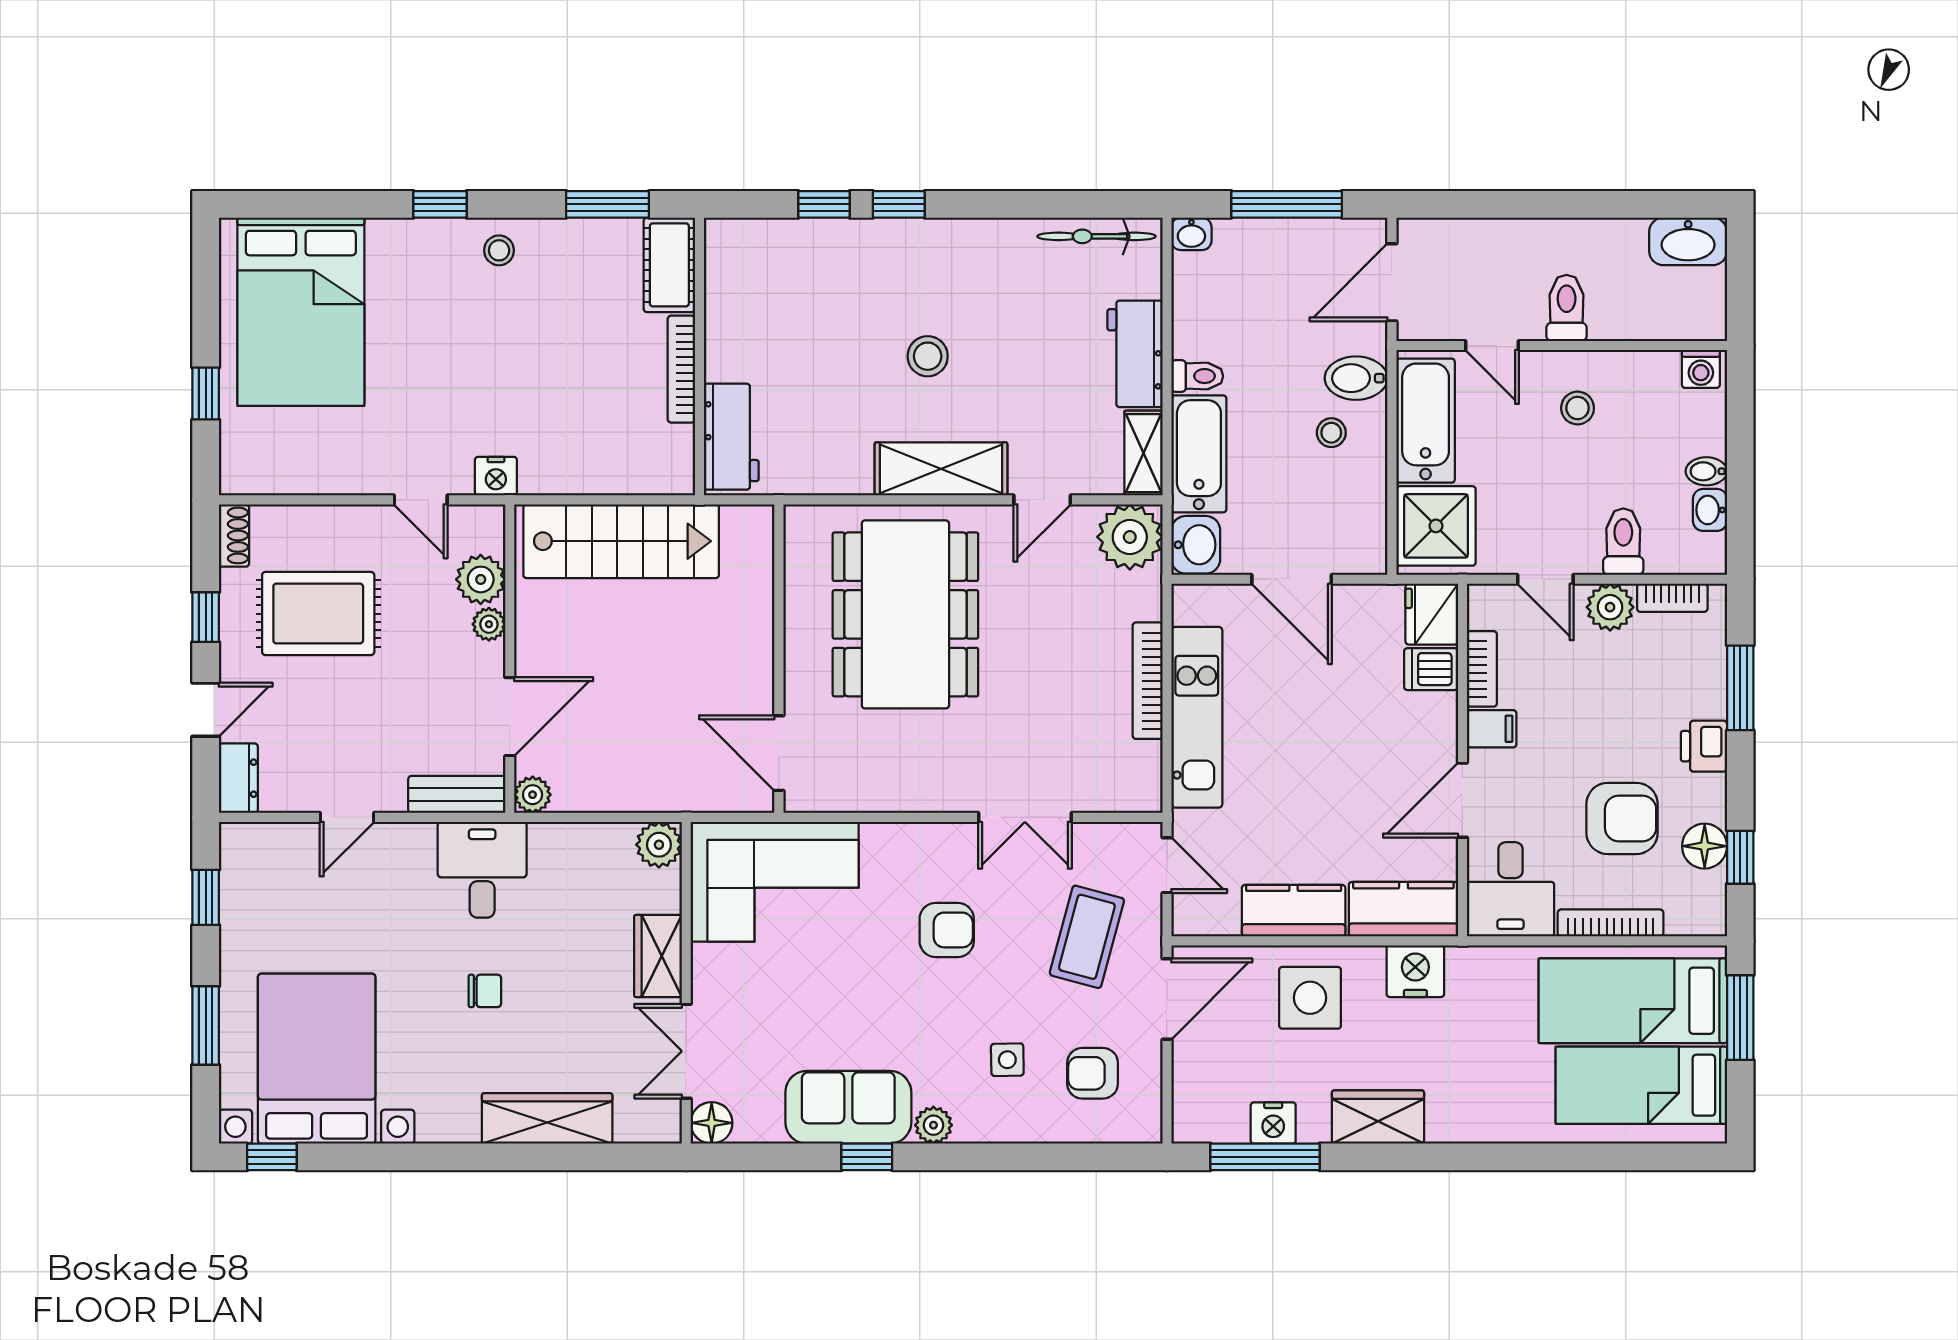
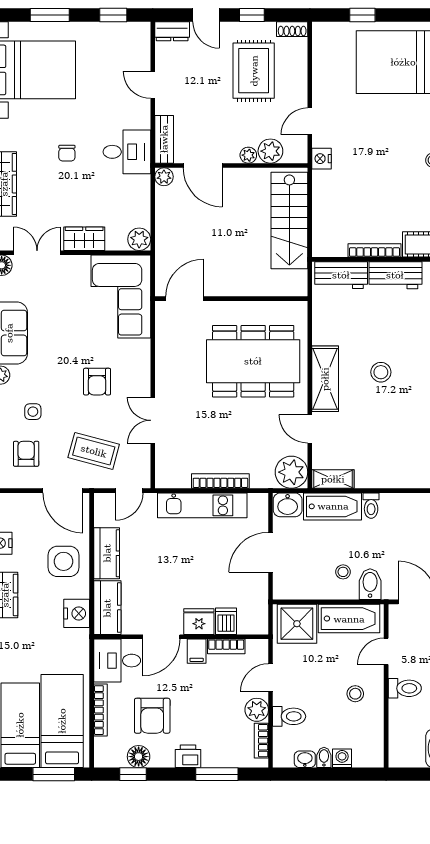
workbench: (1135, 354) -> (395, 275), moved, turned 180
washing machine: (1701, 369) -> (342, 758), moved, turned 90
fridge: (1432, 614) -> (199, 622), moved
door: (1462, 800) -> (161, 637), swing flipped

